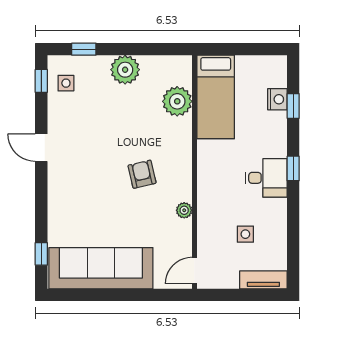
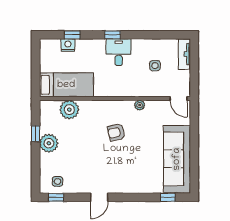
window: (84, 49) -> (36, 134), moved

